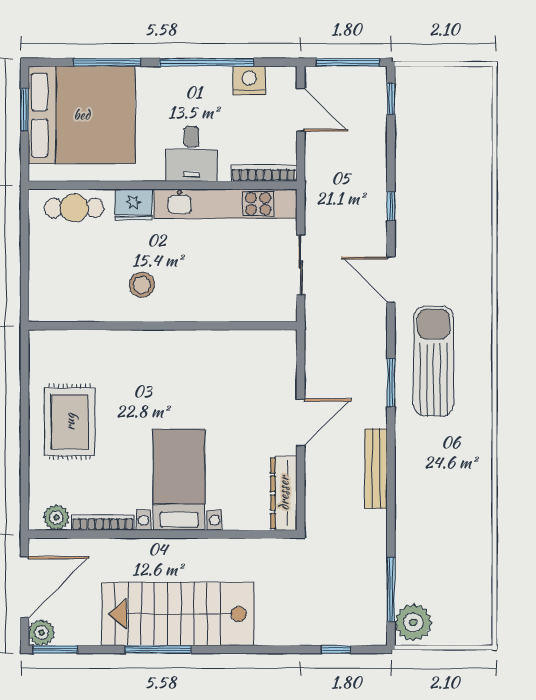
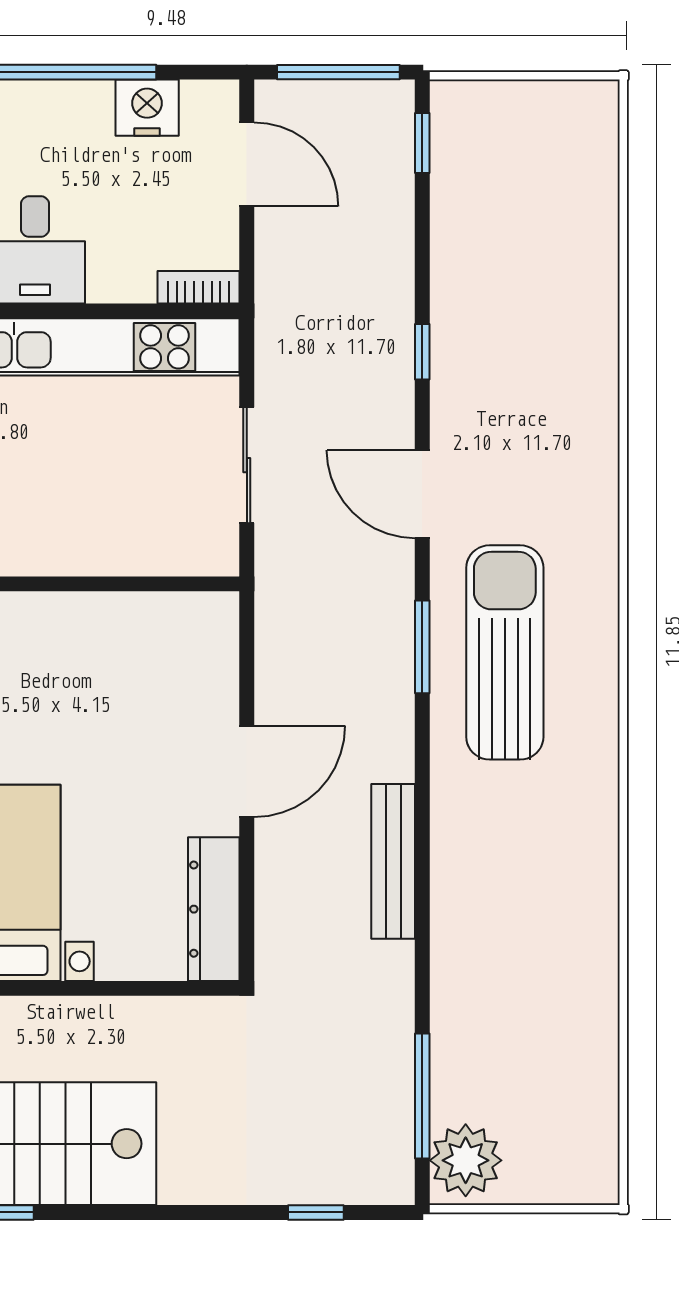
bookcase: (264, 173) -> (199, 287), width x0.64
window: (391, 383) -> (422, 647), moved

